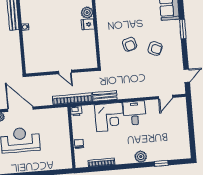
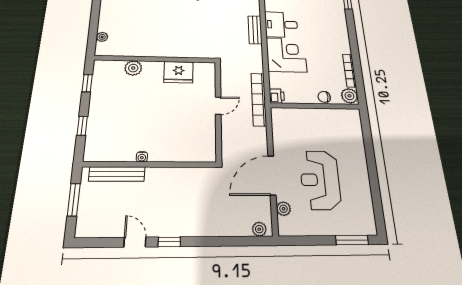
fridge: (88, 24) -> (179, 72), moved, width x1.88, depth x1.34
armchair: (130, 44) -> (186, 21), removed
bench: (105, 96) -> (255, 30), moved
plant: (141, 157) -> (349, 96), moved

